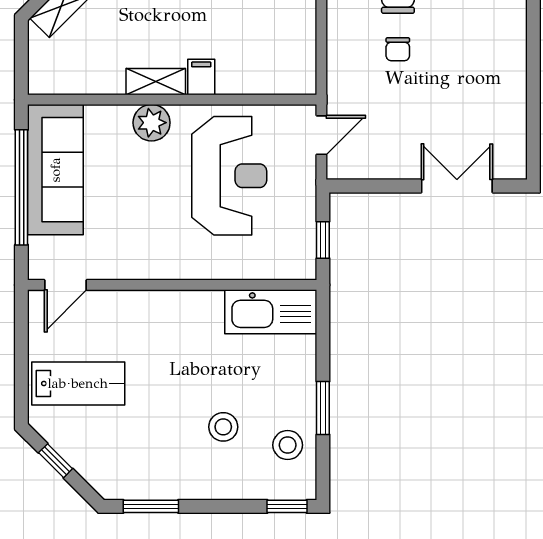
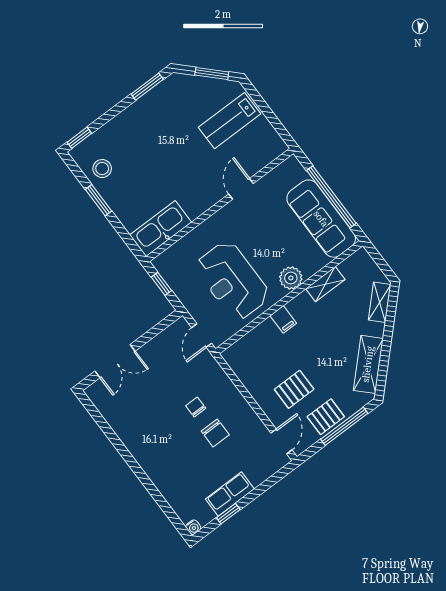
shelving: (156, 82) -> (325, 284), moved
door: (66, 285) -> (241, 189), moved
stool: (223, 427) -> (141, 153), removed
window: (56, 461) -> (212, 74), width x1.50

